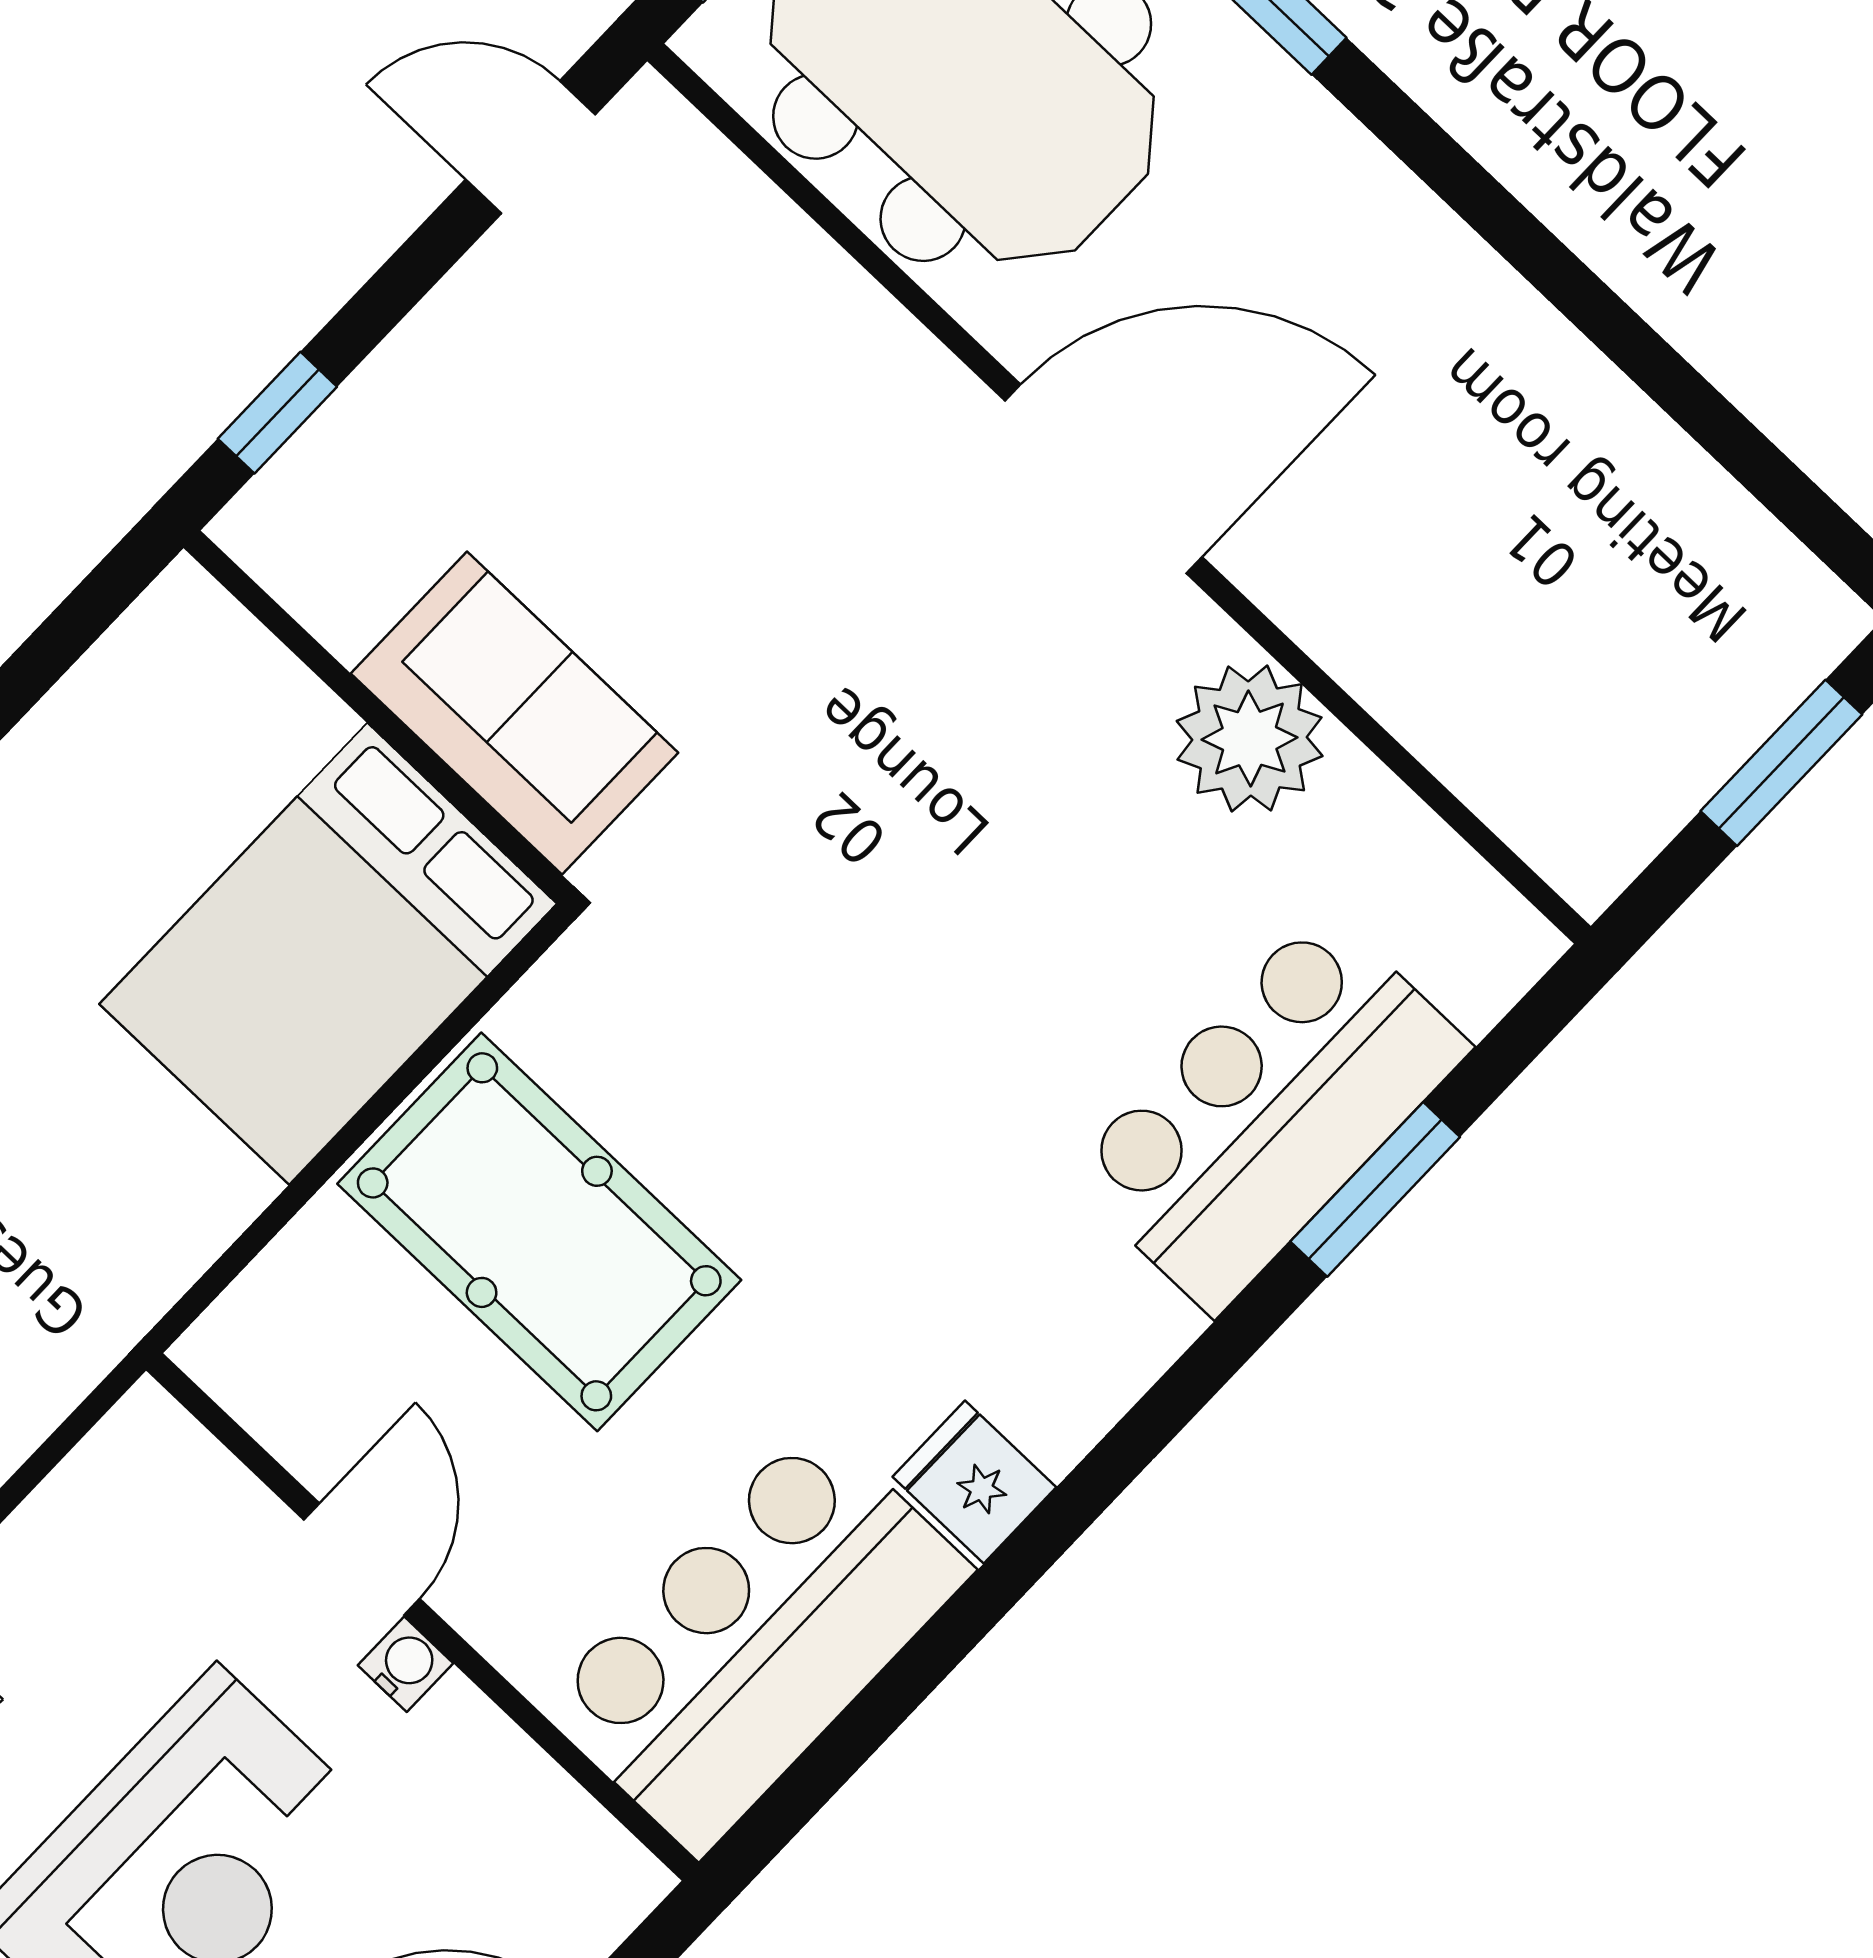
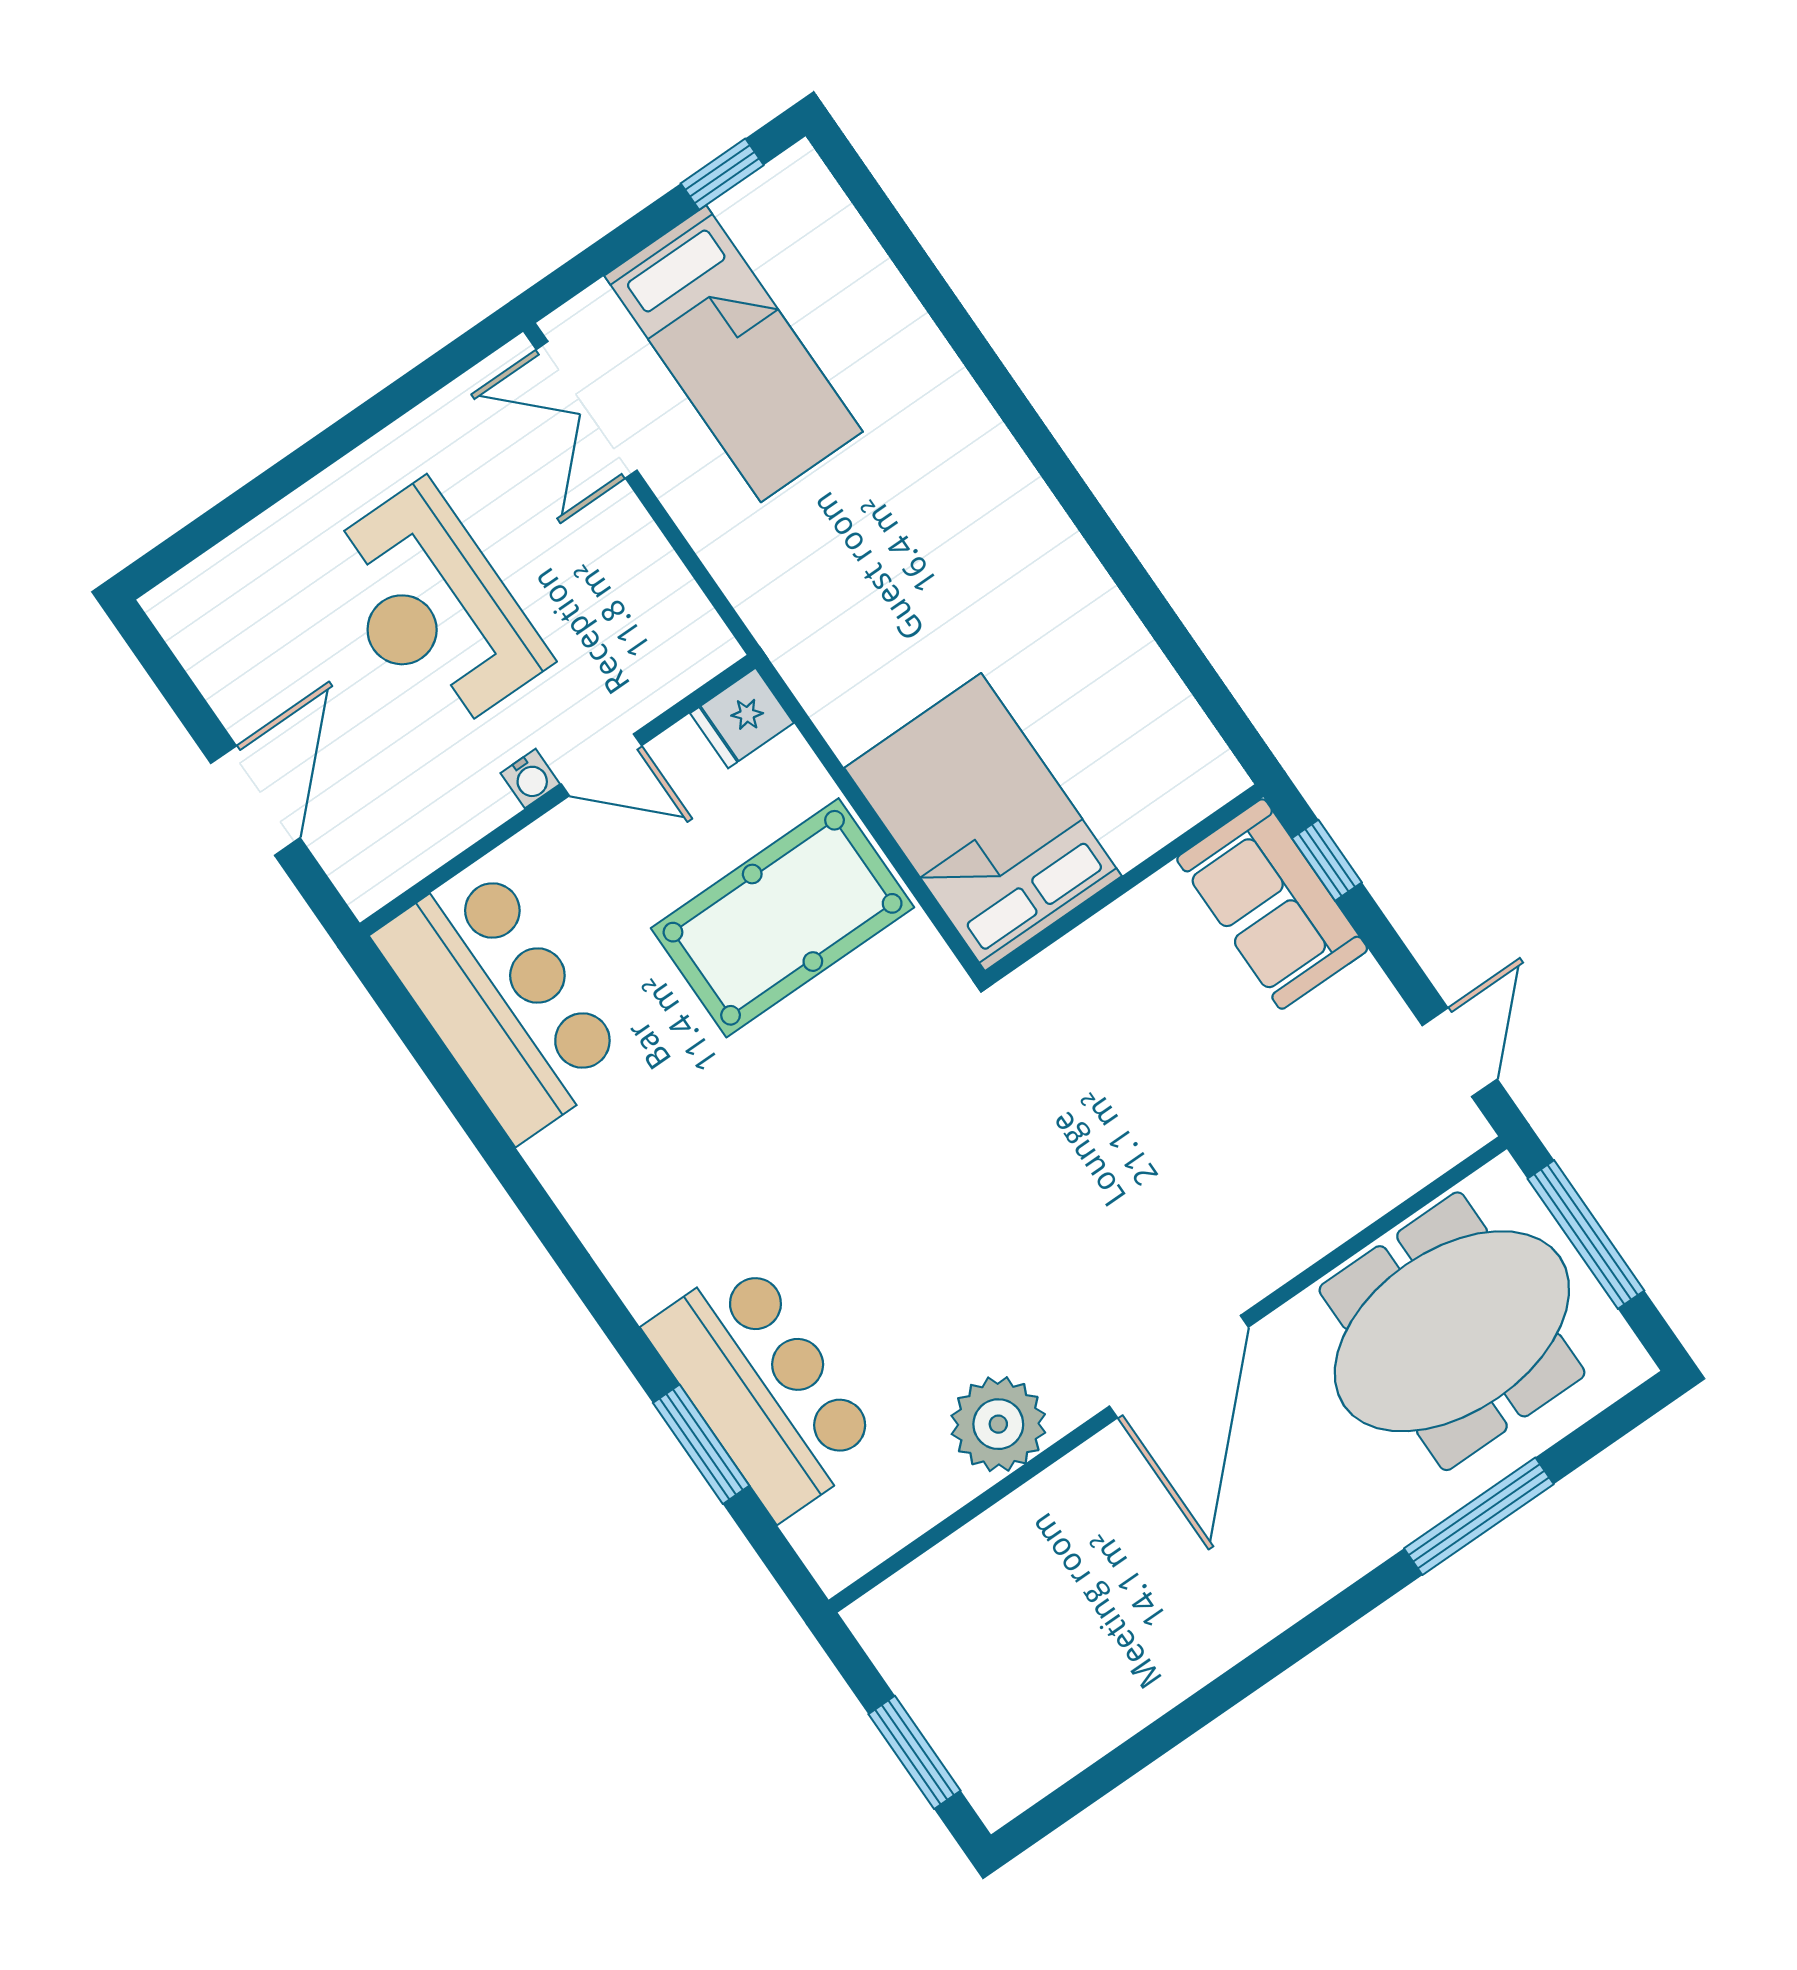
sofa: (514, 713) -> (1272, 904), moved, turned 90
fridge: (974, 1482) -> (742, 718), moved, turned 180

